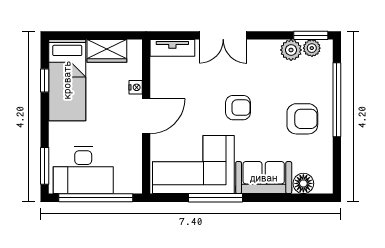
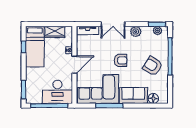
plant: (291, 50) -> (136, 32), moved
armchair: (302, 119) -> (153, 66), turned -148
desk: (83, 170) -> (57, 92), moved

